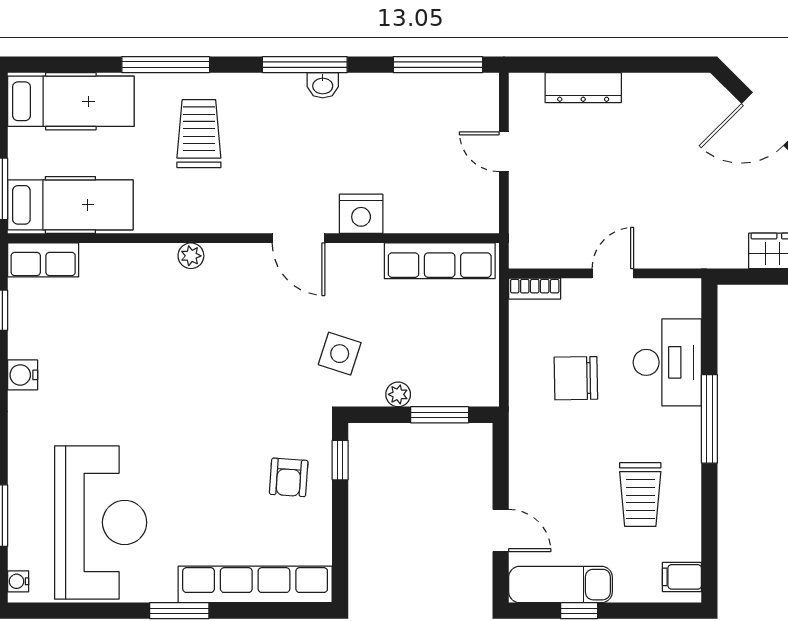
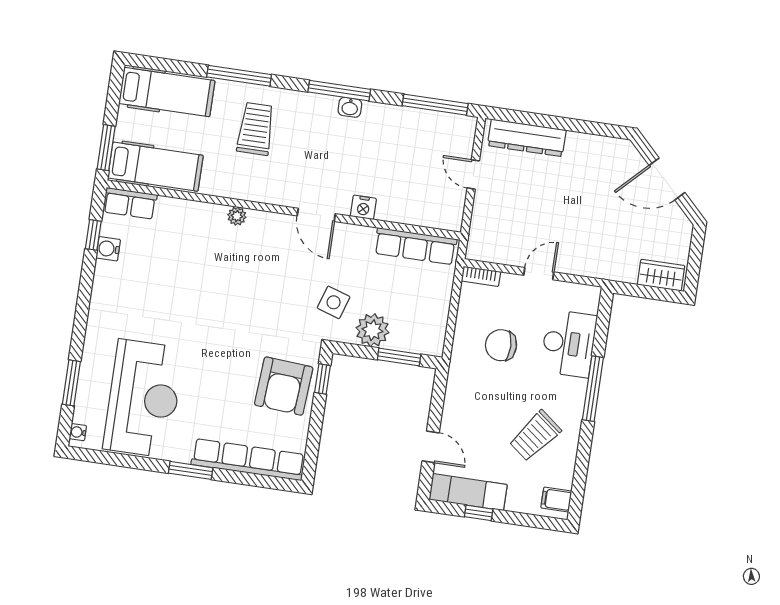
dresser: (583, 88) -> (527, 138), width x1.37, depth x1.24
nightstand: (361, 214) -> (363, 207), width x0.74, depth x0.75
water cooler: (23, 375) -> (108, 249), moved
plant: (398, 394) -> (372, 330), width x1.88, depth x1.88
armchair: (289, 477) -> (284, 386), width x1.88, depth x1.88
trolley: (640, 495) -> (535, 436), turned 38

